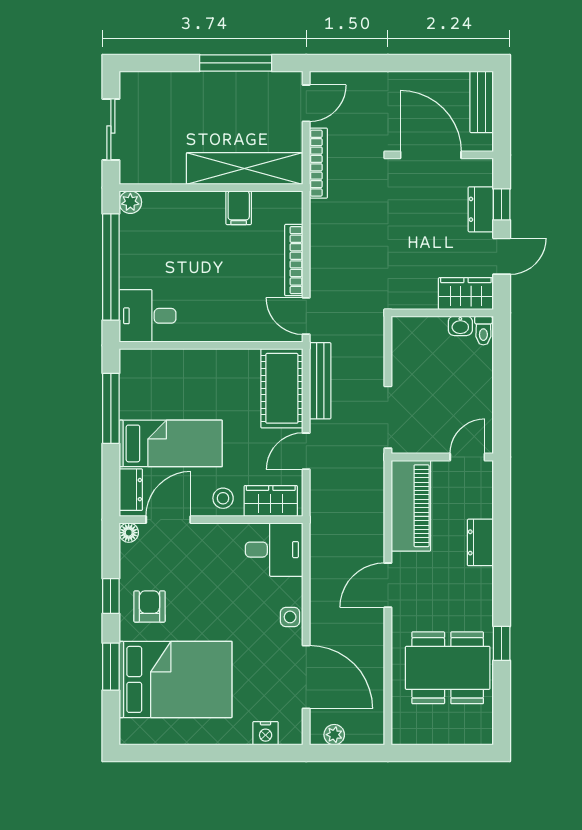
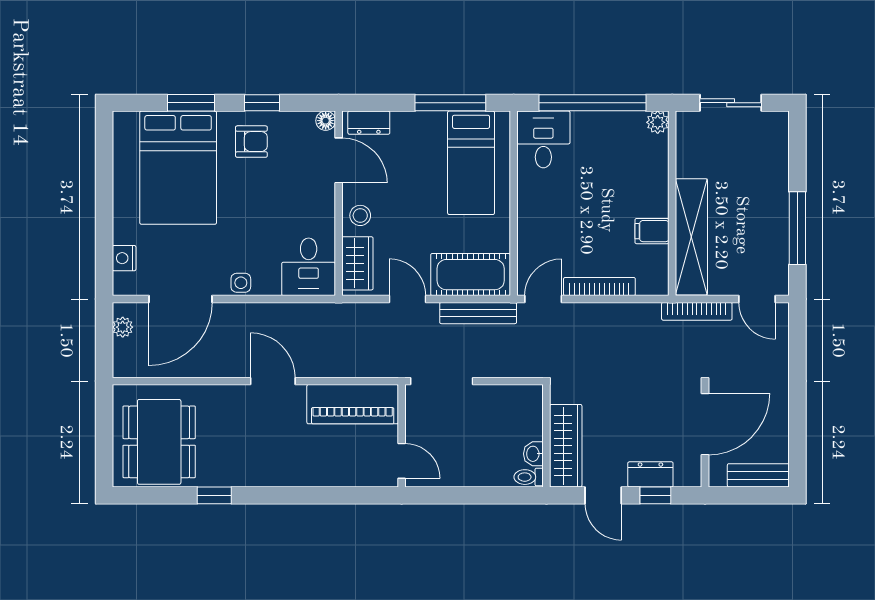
wardrobe: (466, 294) -> (566, 446), width x1.50
bed: (171, 443) -> (471, 163), moved
dresser: (480, 542) -> (316, 474), removed
dining table: (448, 668) -> (159, 442), moved

